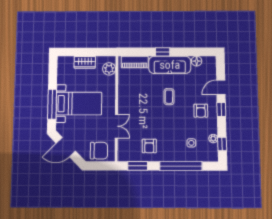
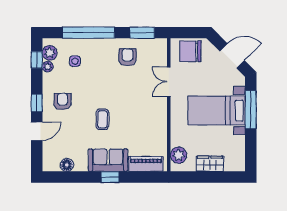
sofa: (170, 65) -> (108, 160), width x0.73
plant: (212, 150) -> (50, 53), added

